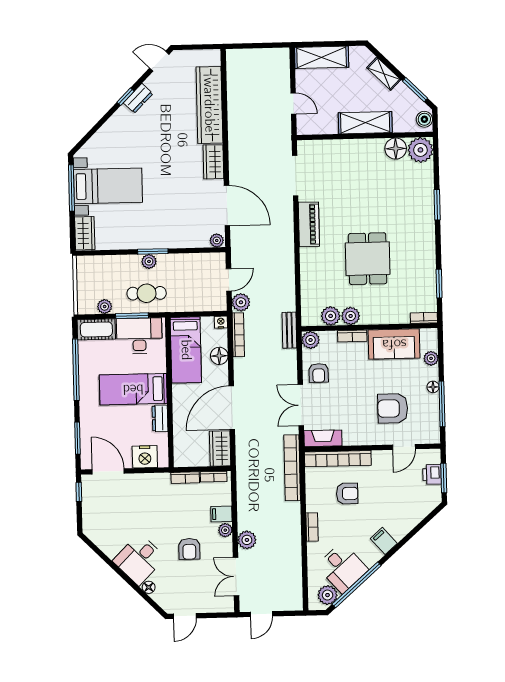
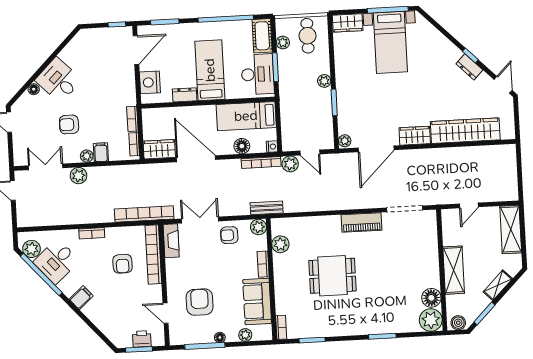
window: (153, 251) -> (334, 102), moved
cafe table: (147, 293) -> (307, 36), moved
plant: (351, 316) -> (281, 262), removed

